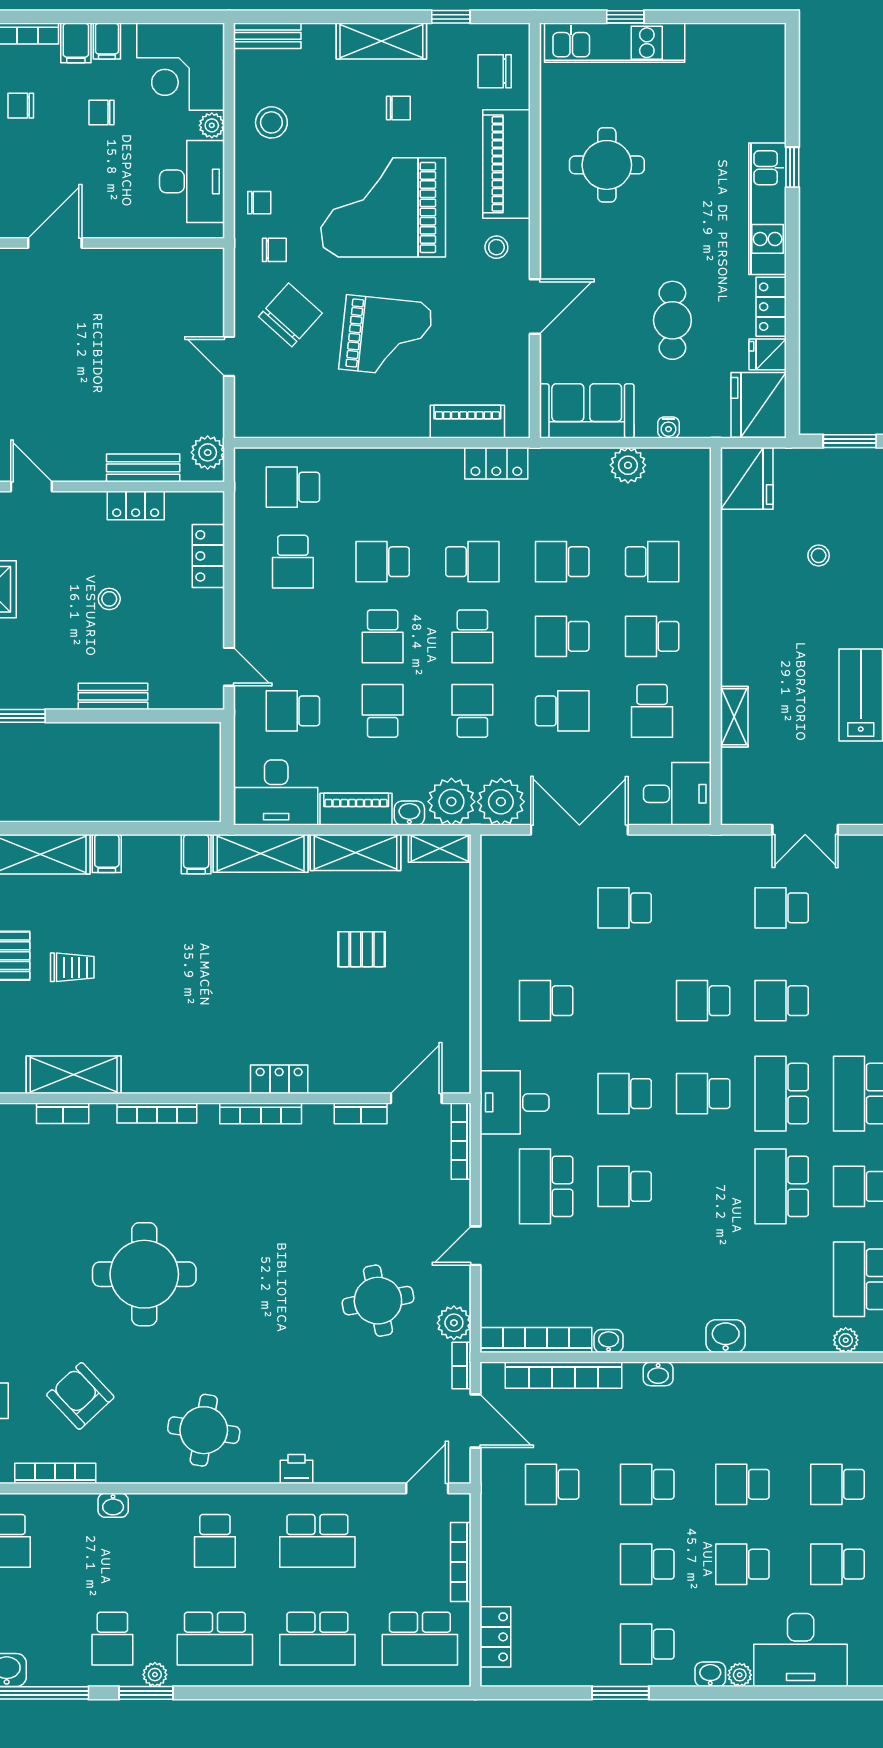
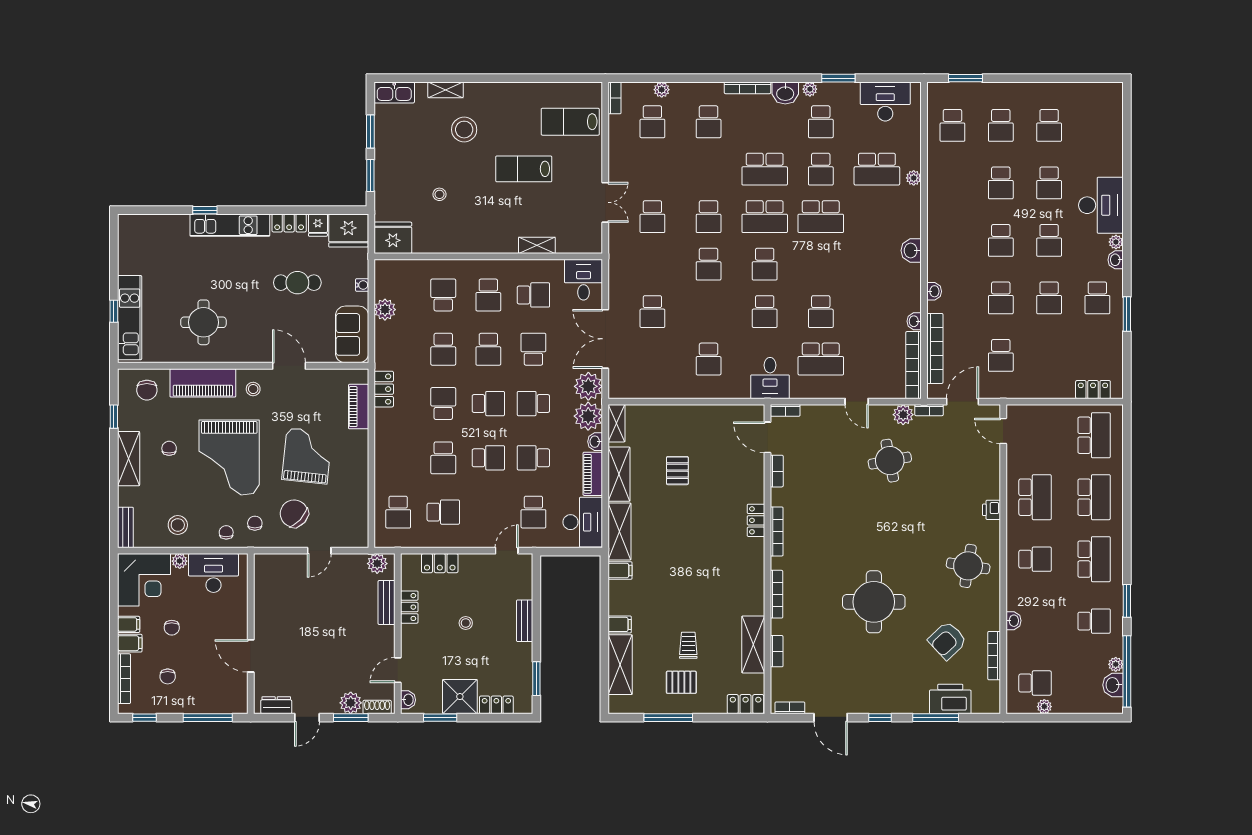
bookcase: (461, 1141) -> (785, 410), width x0.64
bookcase: (461, 1562) -> (1048, 411), removed
plant: (155, 1675) -> (1116, 664), moved

